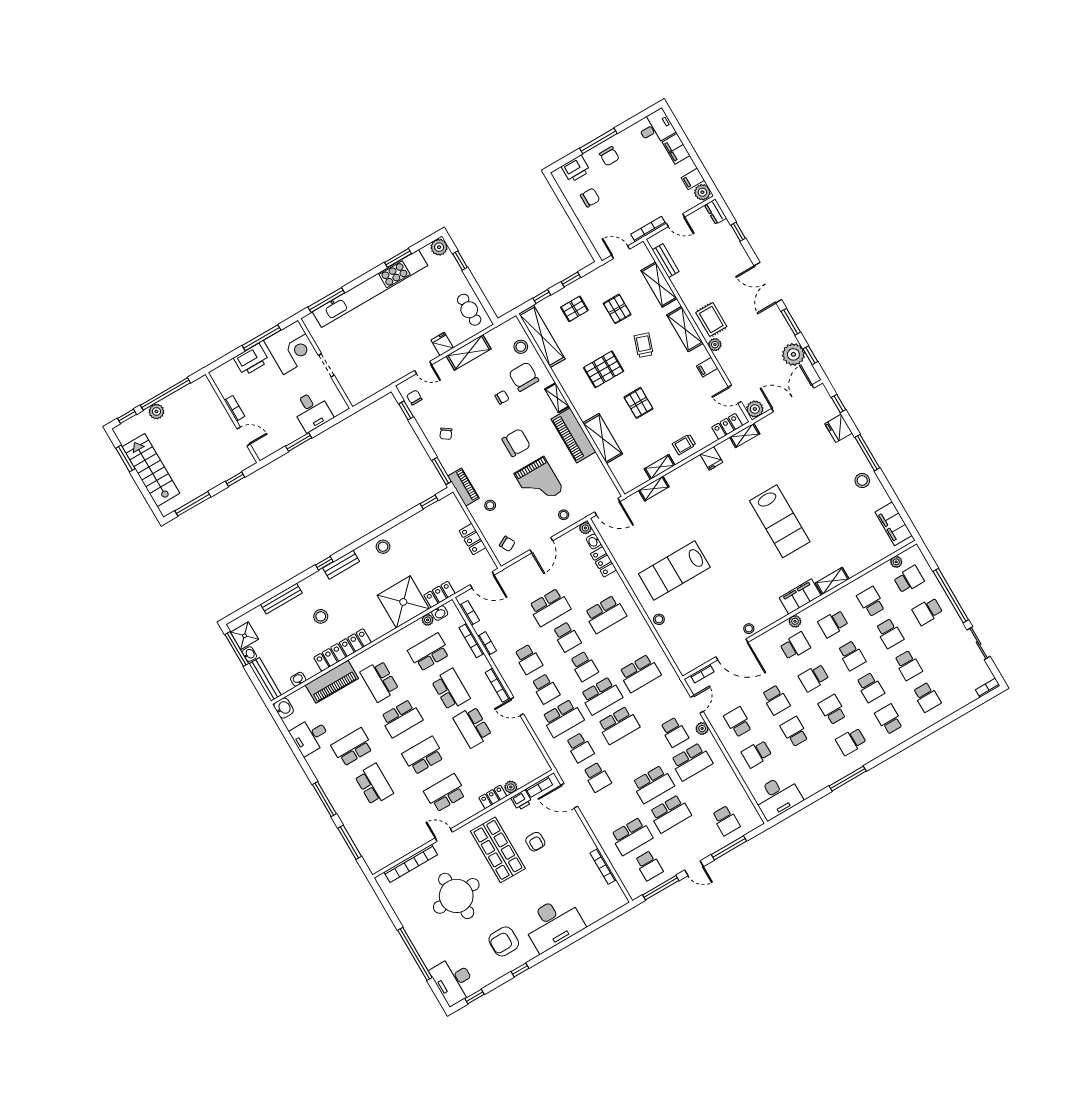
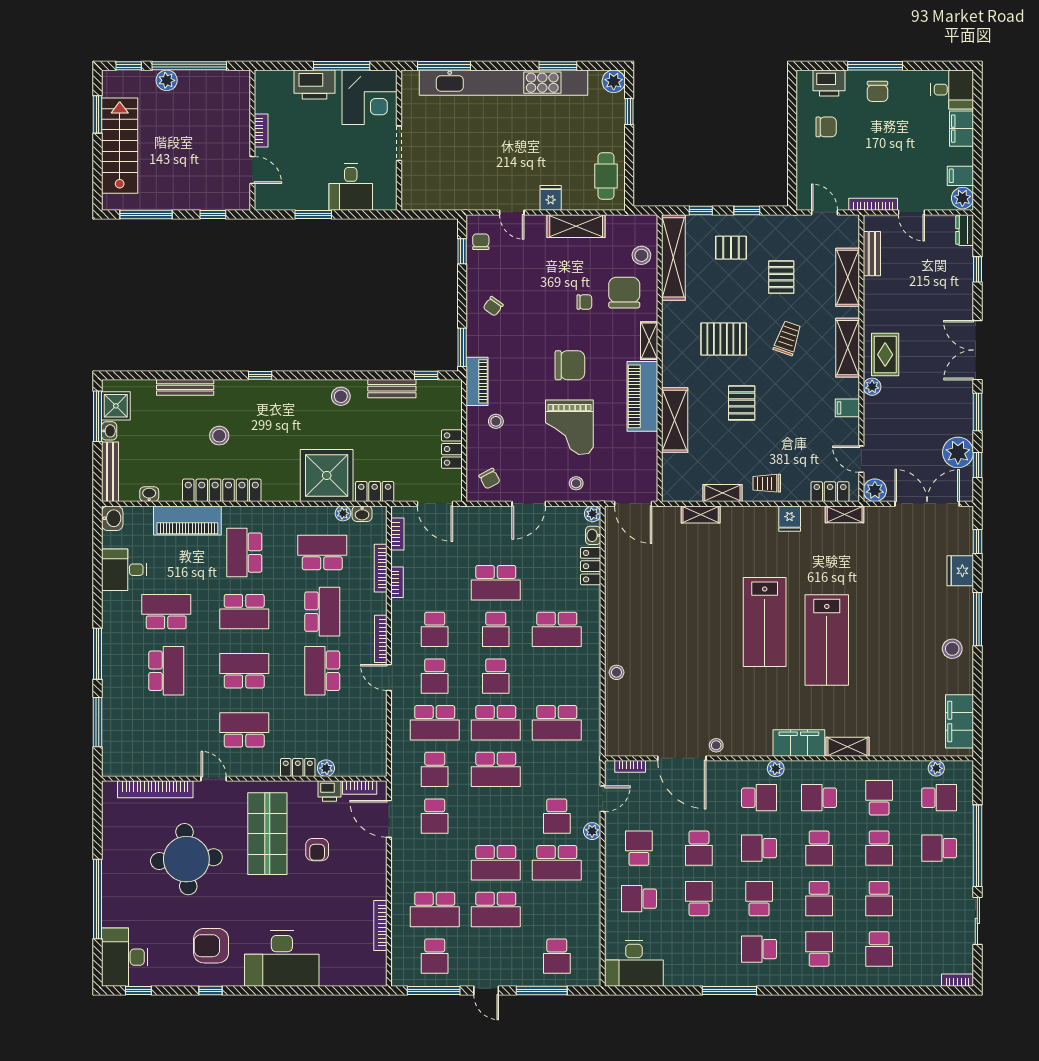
bench: (341, 565) -> (392, 389), moved
lab bench: (674, 571) -> (765, 622), moved, turned -90

